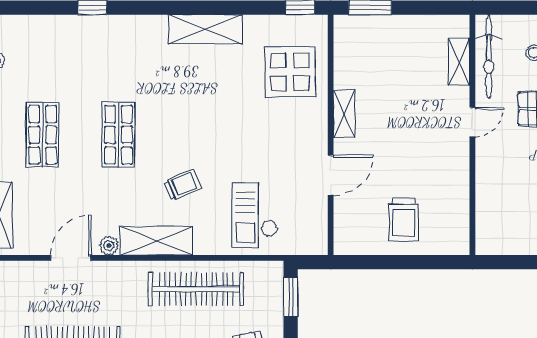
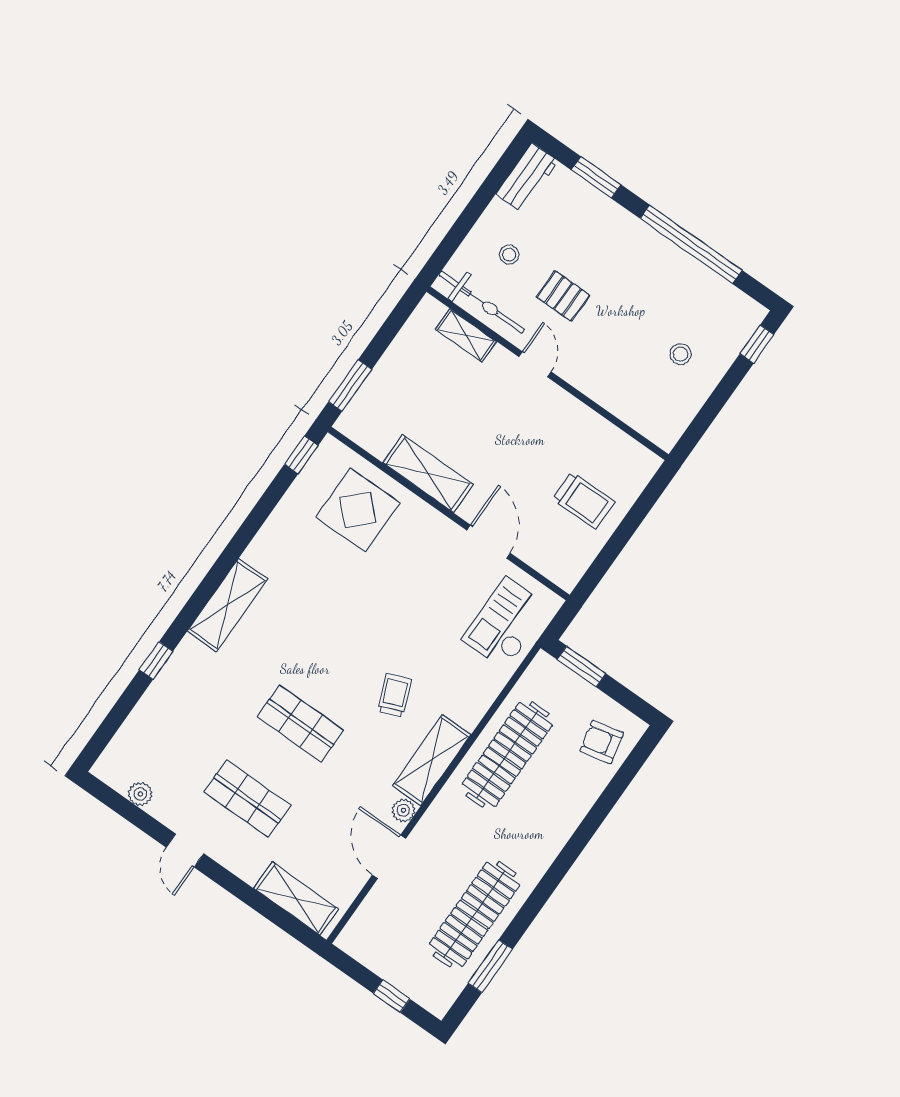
shelving: (205, 29) -> (227, 605), moved
shelving: (344, 114) -> (428, 474), width x1.50, depth x1.33
checkout: (255, 215) -> (506, 623), moved, turned 90

